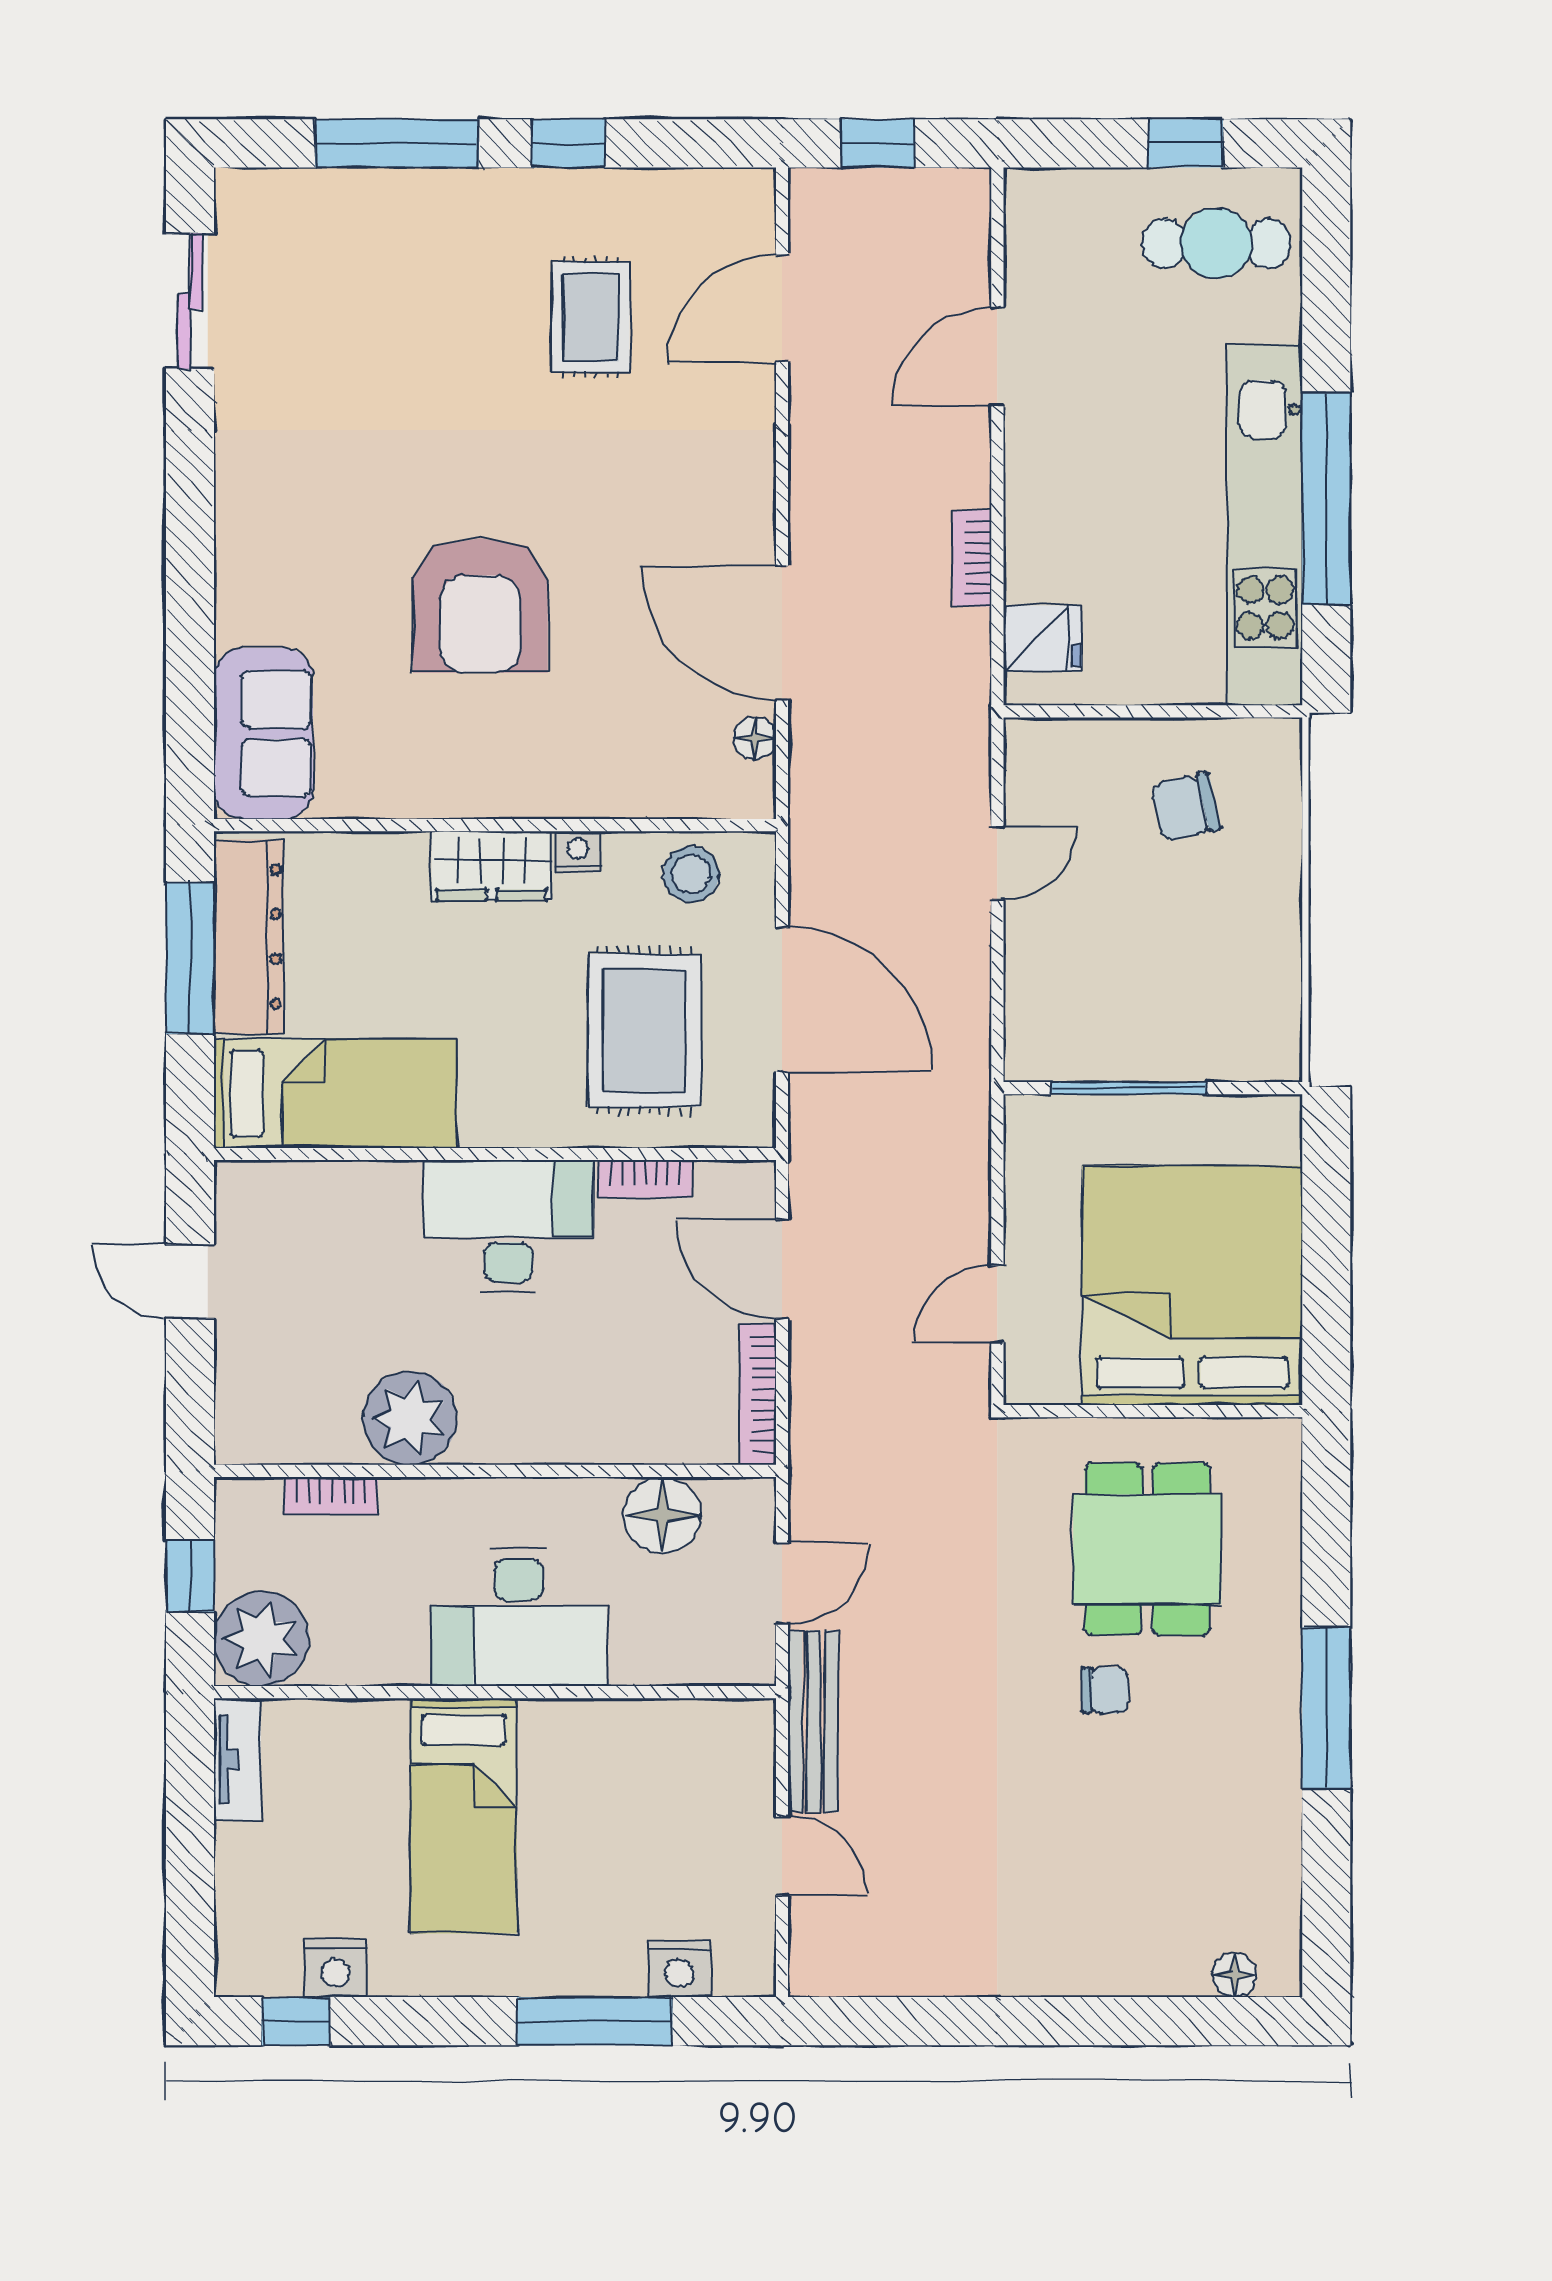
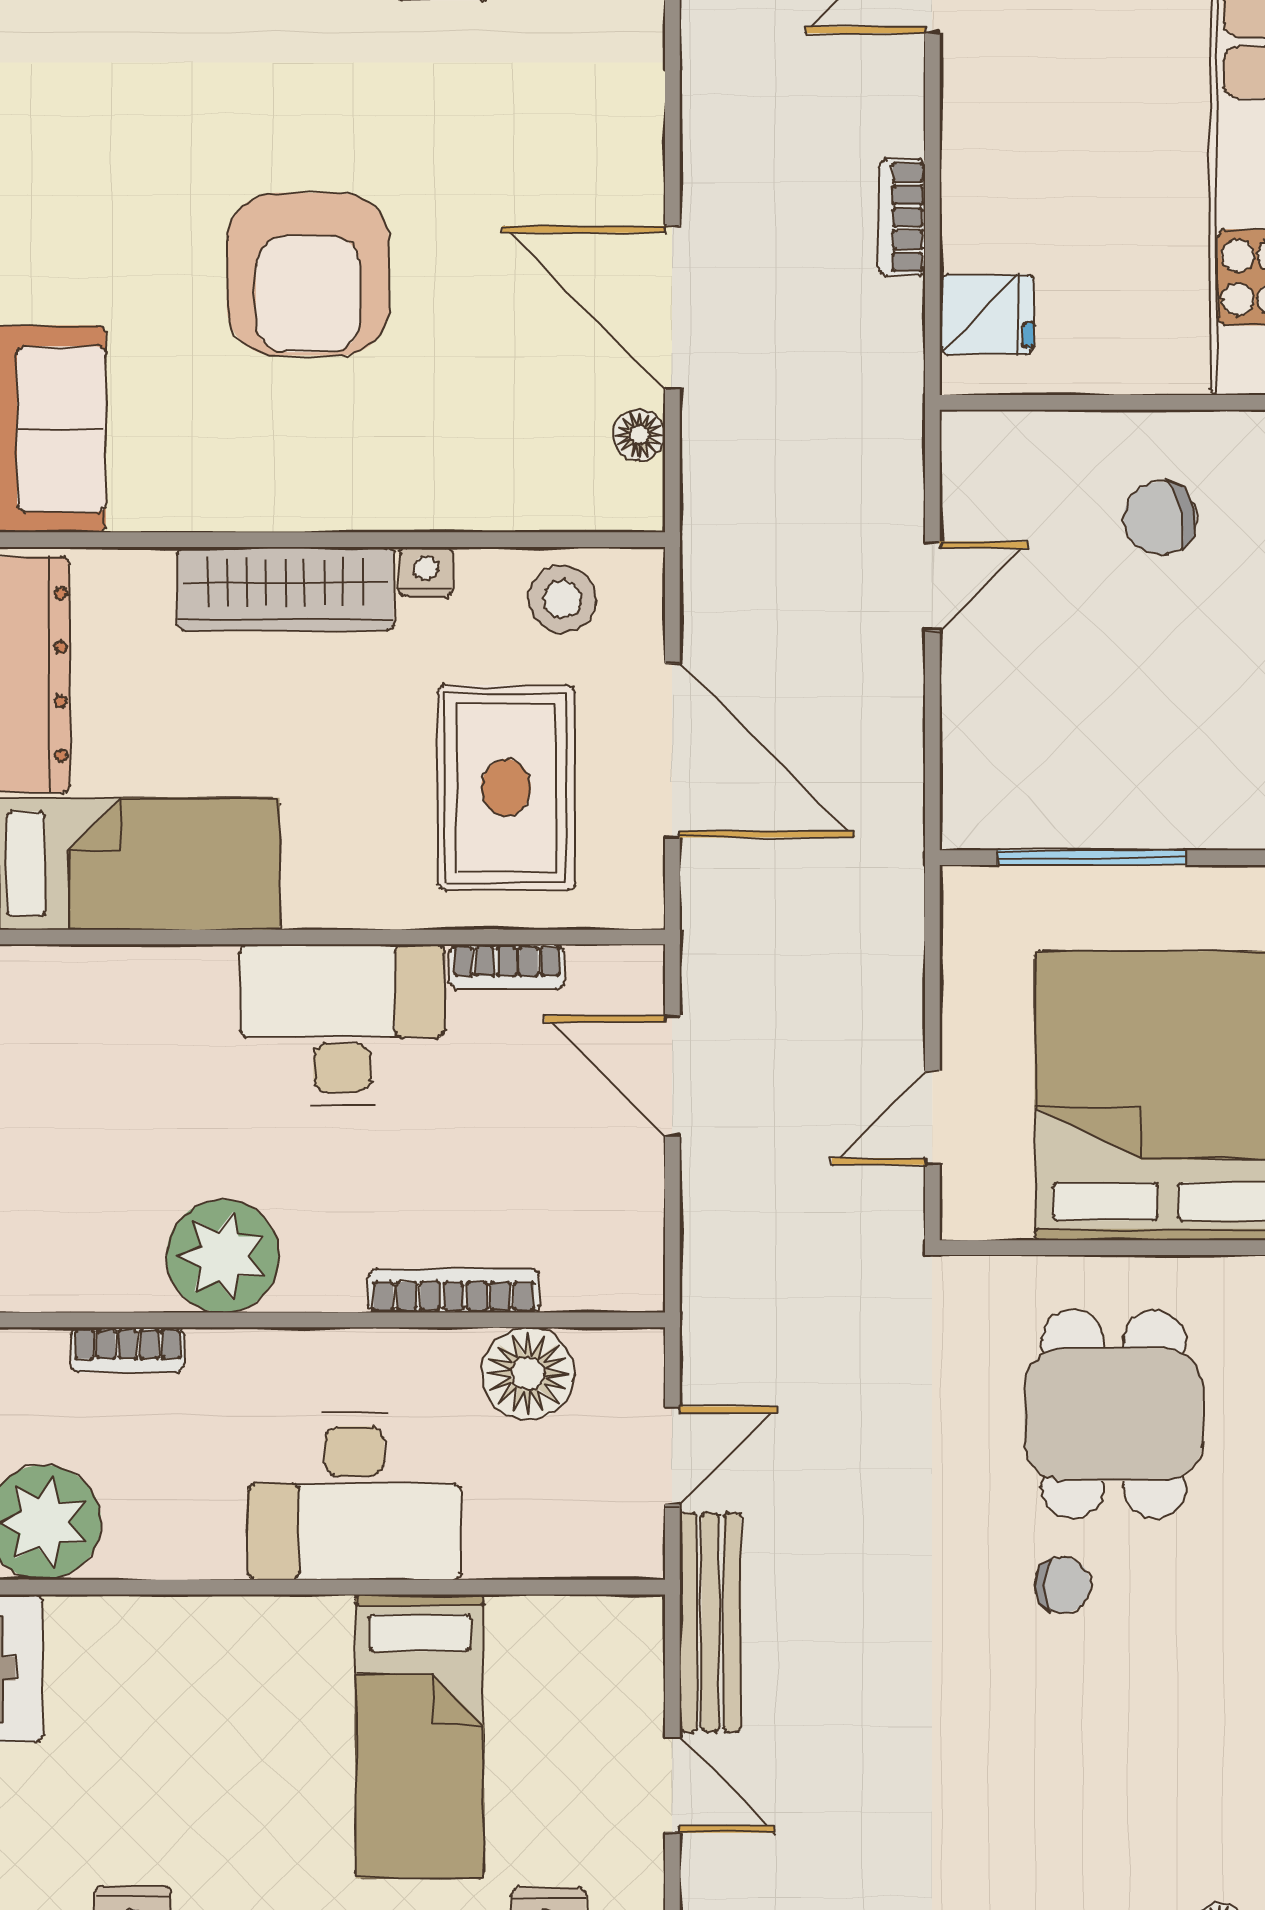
wardrobe: (492, 866) -> (285, 589), width x1.50
bookcase: (758, 1394) -> (454, 1291), moved, turned 90
bed: (464, 1816) -> (420, 1736), moved

